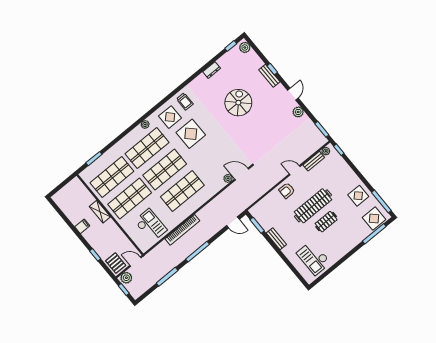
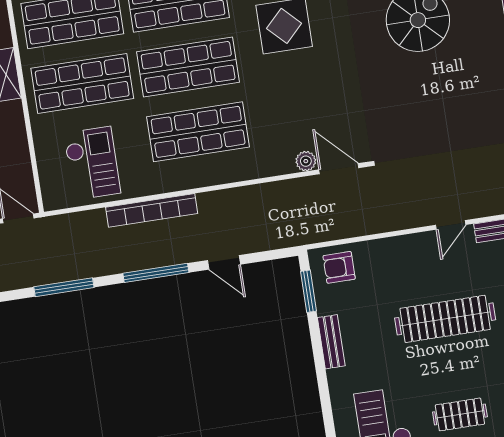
door: (295, 170) -> (451, 225), swing flipped
armchair: (287, 191) -> (339, 267), moved
door: (233, 222) -> (224, 262), moved
clothes rail: (326, 222) -> (460, 414), moved

